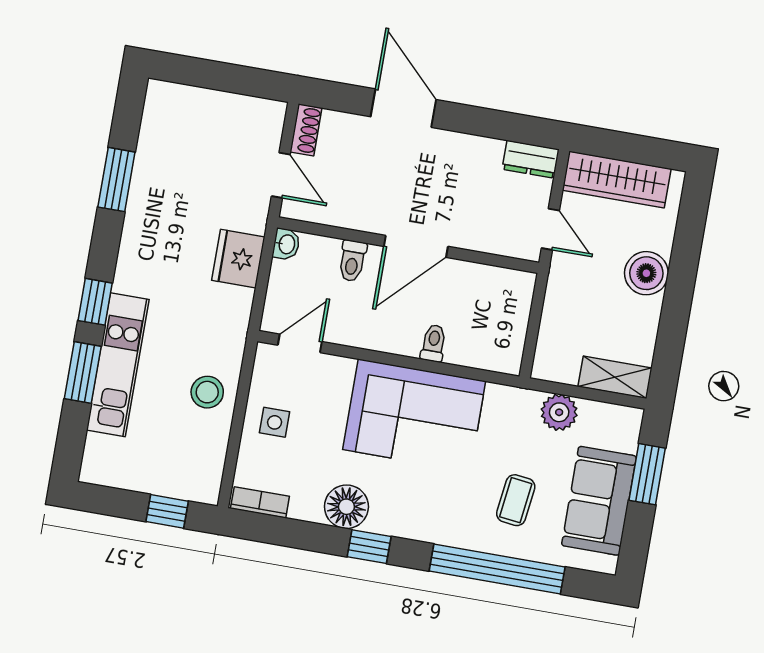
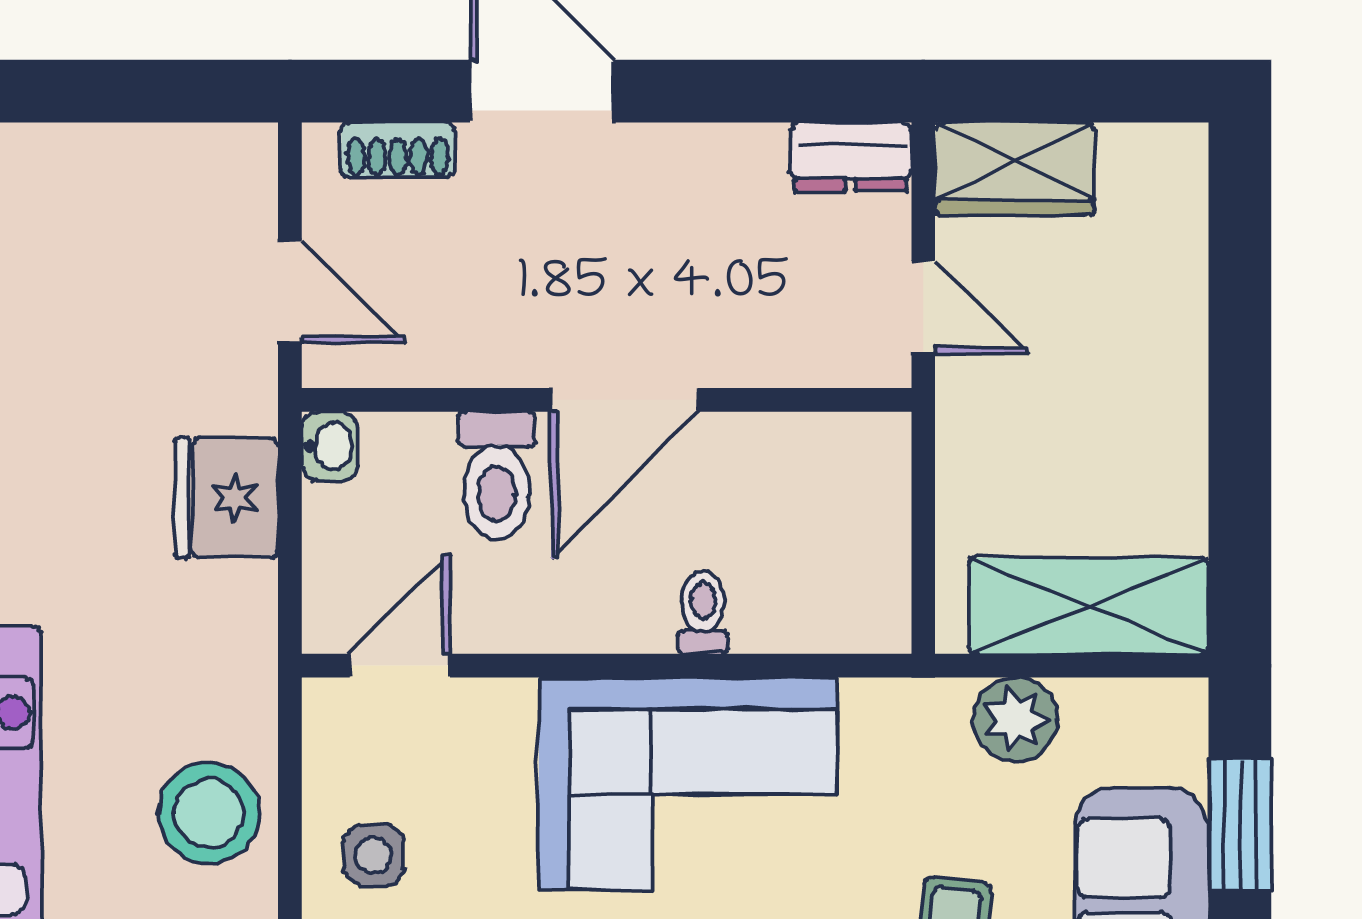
shoe rack: (306, 130) -> (398, 150), moved, turned 90
wardrobe: (617, 180) -> (1014, 168), width x0.67
toilet: (352, 261) -> (497, 475), width x1.37, depth x1.39
boiler: (646, 273) -> (1159, 369), removed
shelving: (615, 377) -> (1088, 606), width x1.50, depth x1.33
stool: (207, 392) -> (209, 813), width x1.38, depth x1.38

